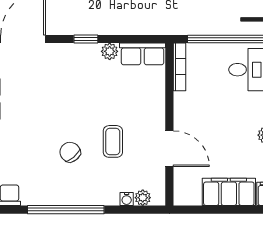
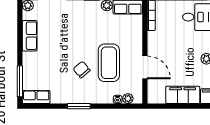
coffee table: (113, 141) -> (109, 63), width x1.86, depth x1.72
window: (66, 210) -> (79, 106), width x0.47

